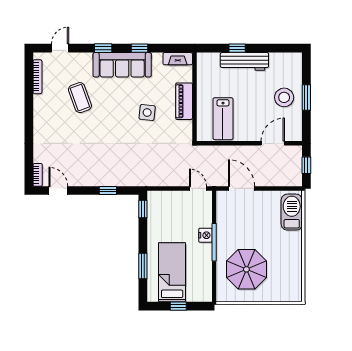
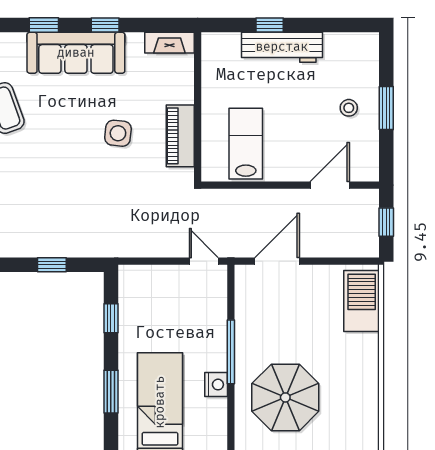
stool: (284, 97) -> (349, 108), width x0.53, depth x0.53
piano: (184, 101) -> (180, 136), moved
lab bench: (223, 119) -> (246, 144), turned 180
door: (242, 188) -> (277, 261), hinge flipped
window: (143, 209) -> (111, 318), moved
nightstand: (205, 235) -> (216, 385), moved

